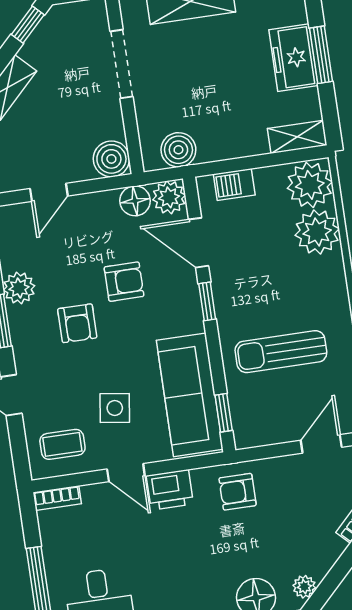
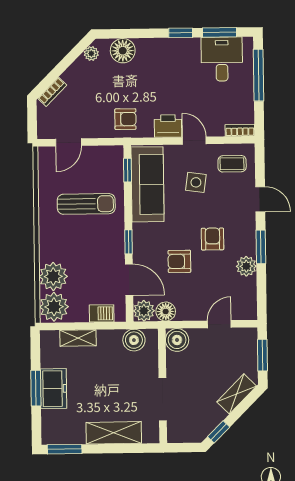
shelving: (297, 137) -> (78, 338), moved

